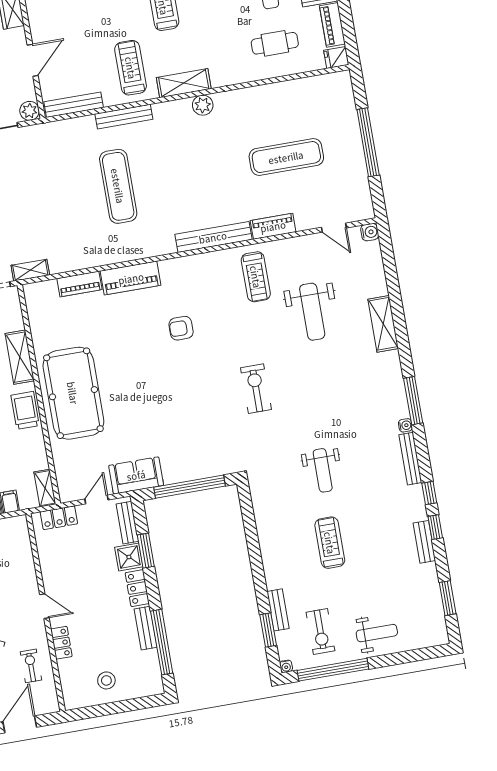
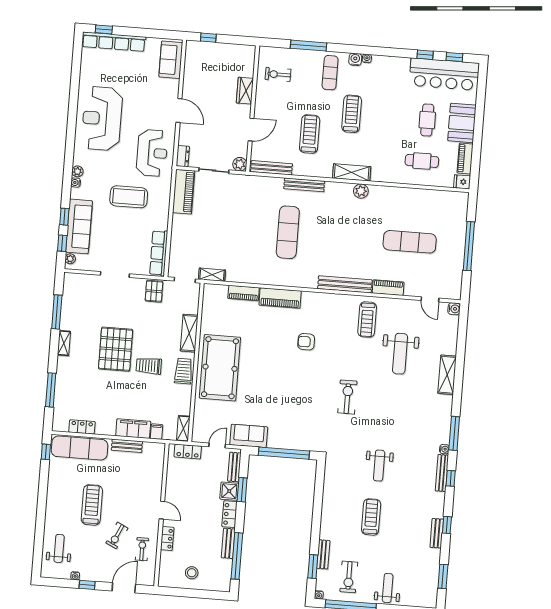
treadmill: (131, 68) -> (310, 134), moved
window: (429, 493) -> (451, 478), moved
weight bench: (377, 633) -> (388, 588), turned -90

